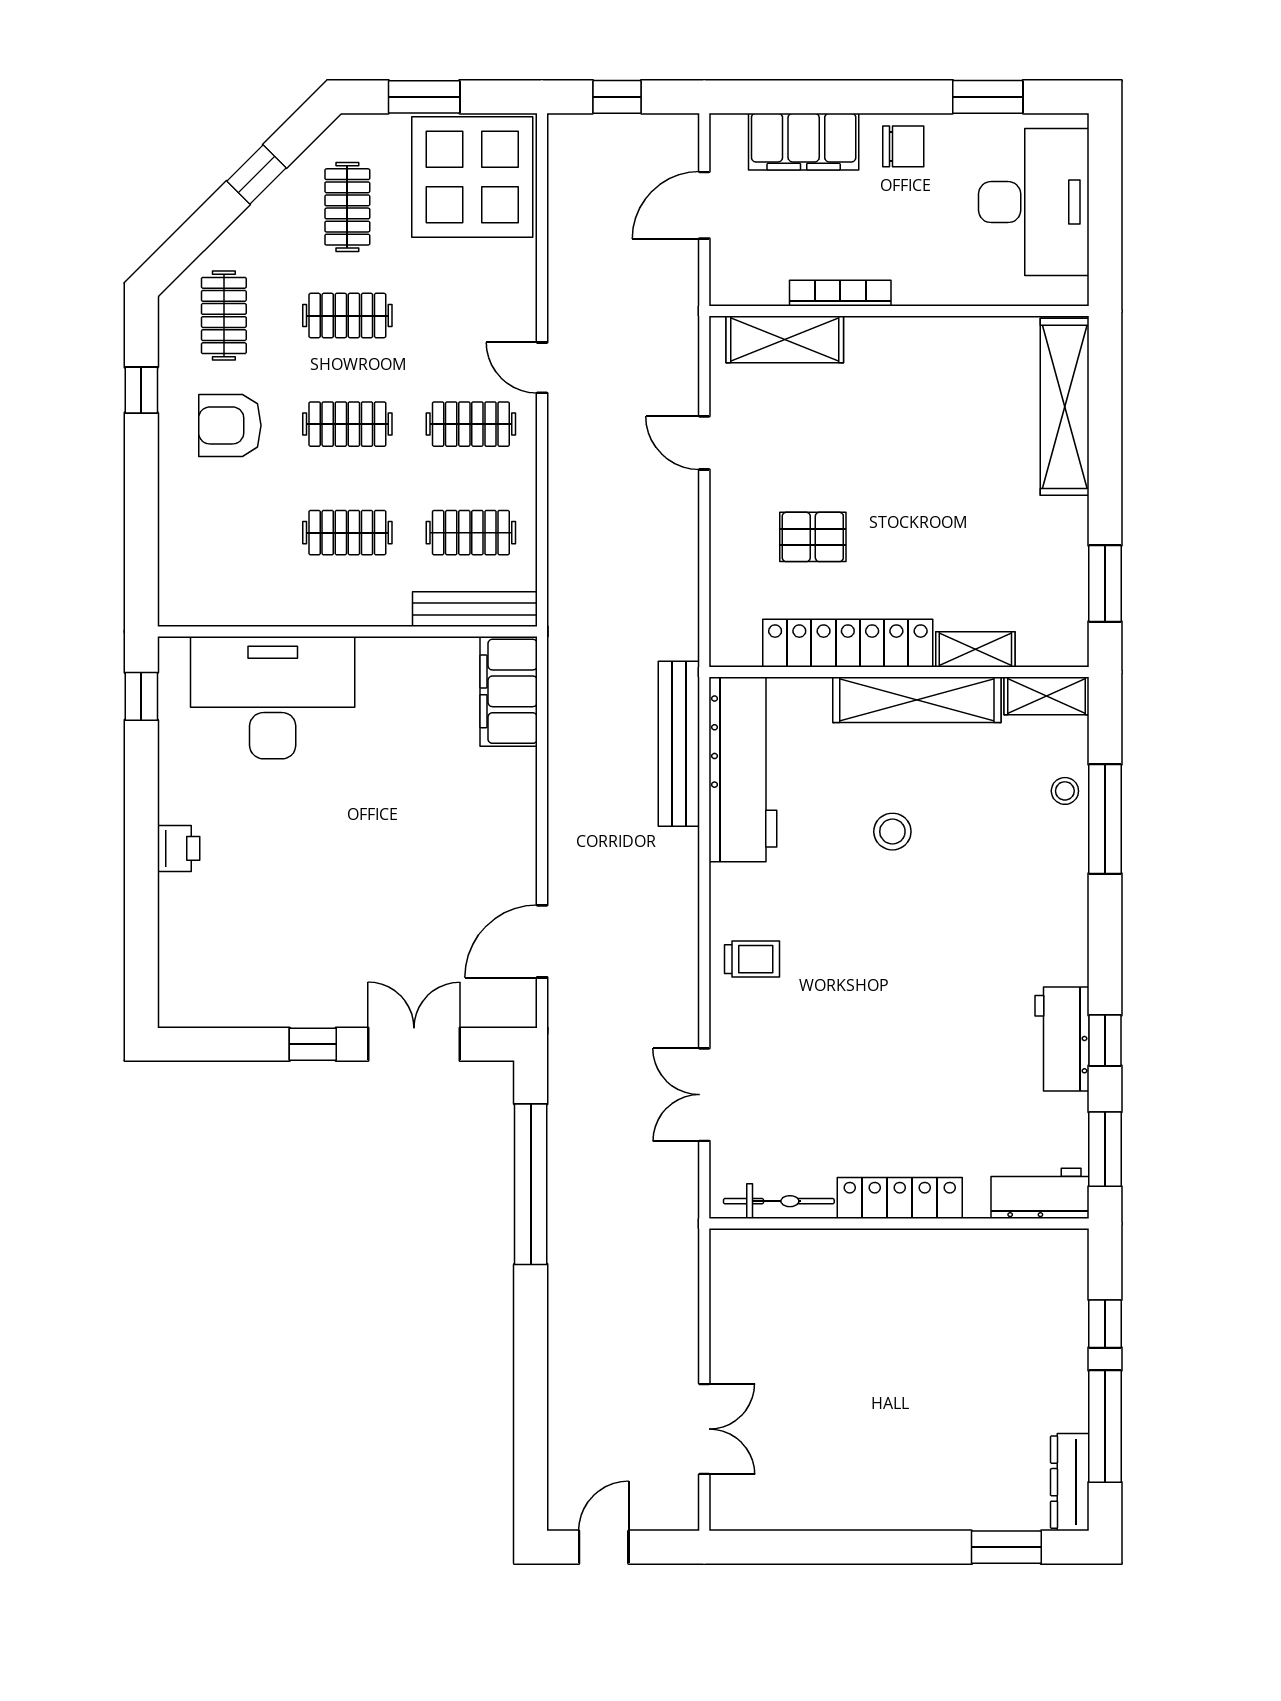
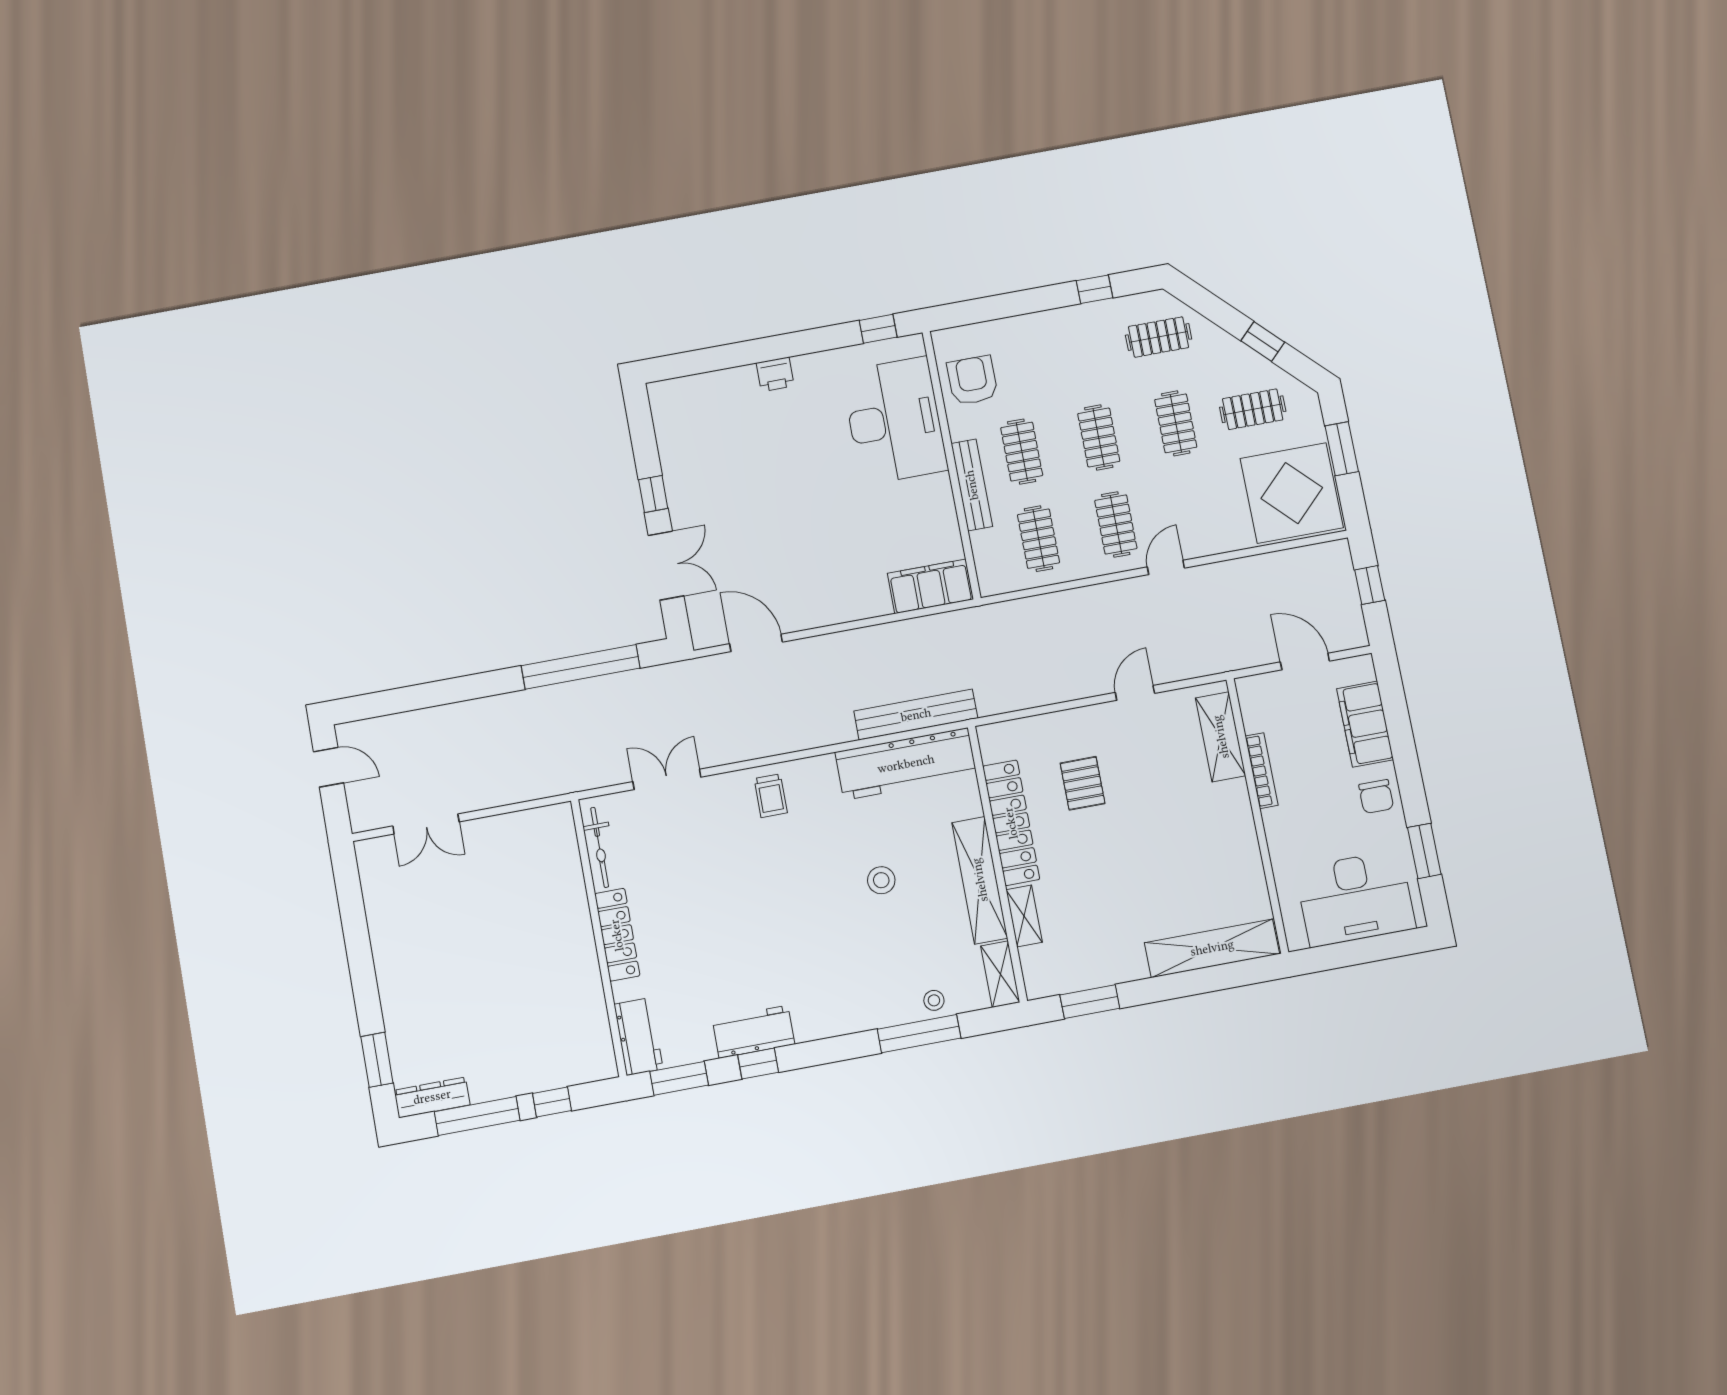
armchair: (230, 425) -> (972, 380), moved
bench: (475, 609) -> (972, 485), moved

